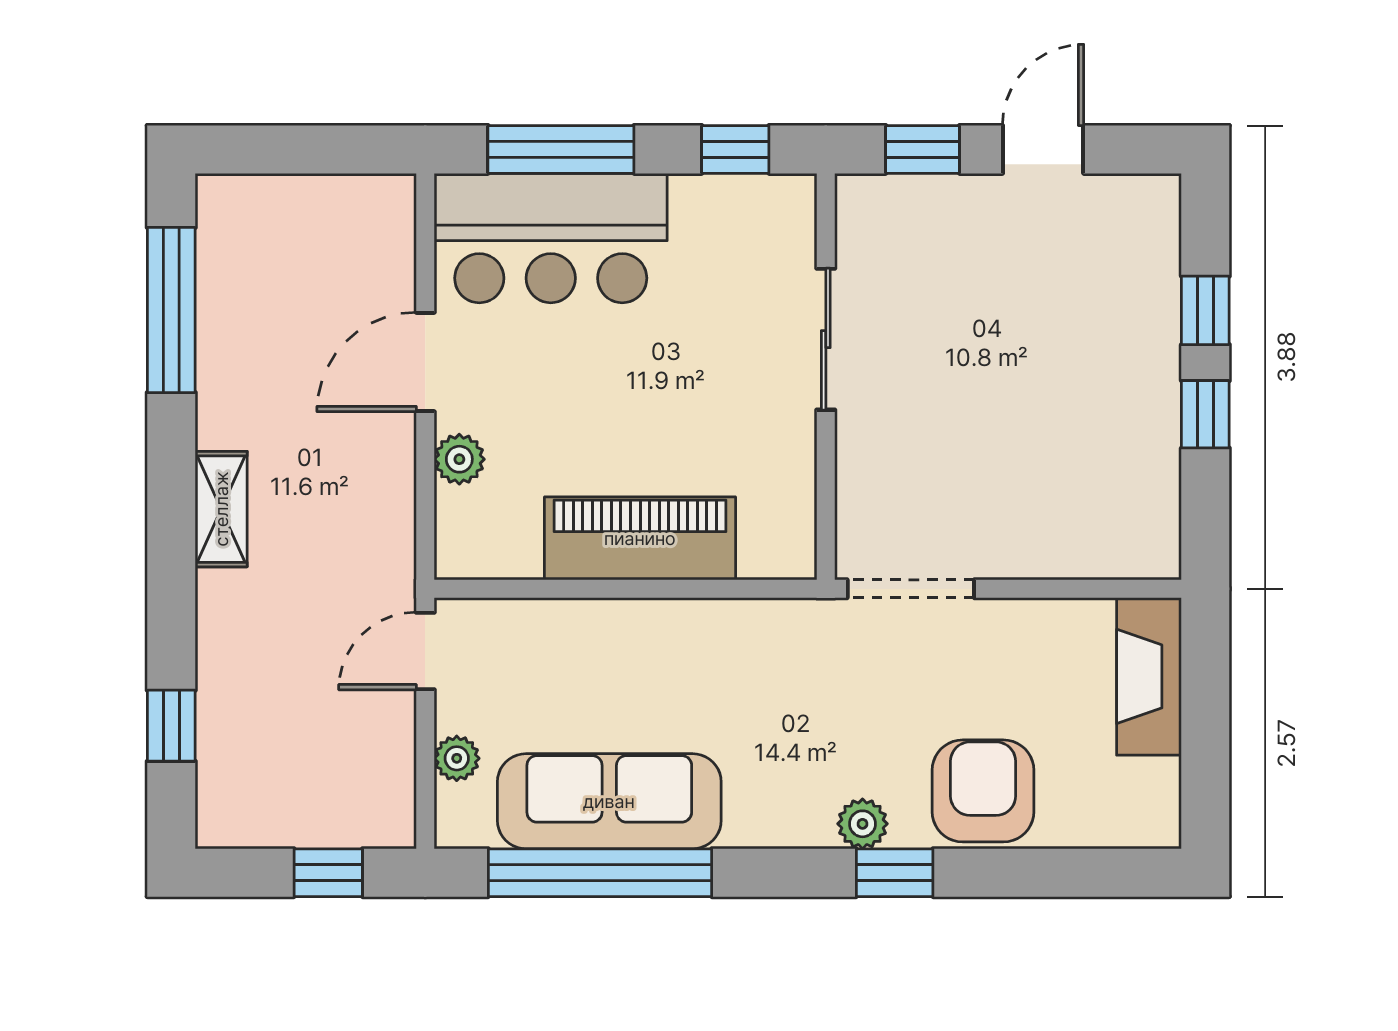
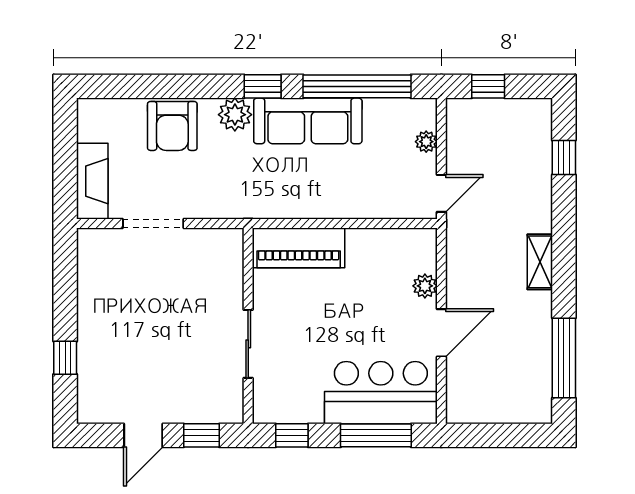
window: (1205, 414) -> (65, 308), removed
piano: (640, 538) -> (299, 248), moved
doorway: (911, 589) -> (153, 223), moved
sofa: (609, 801) -> (308, 121), moved
plant: (863, 824) -> (235, 115), width x1.38, depth x1.38
window: (895, 873) -> (263, 86), moved

